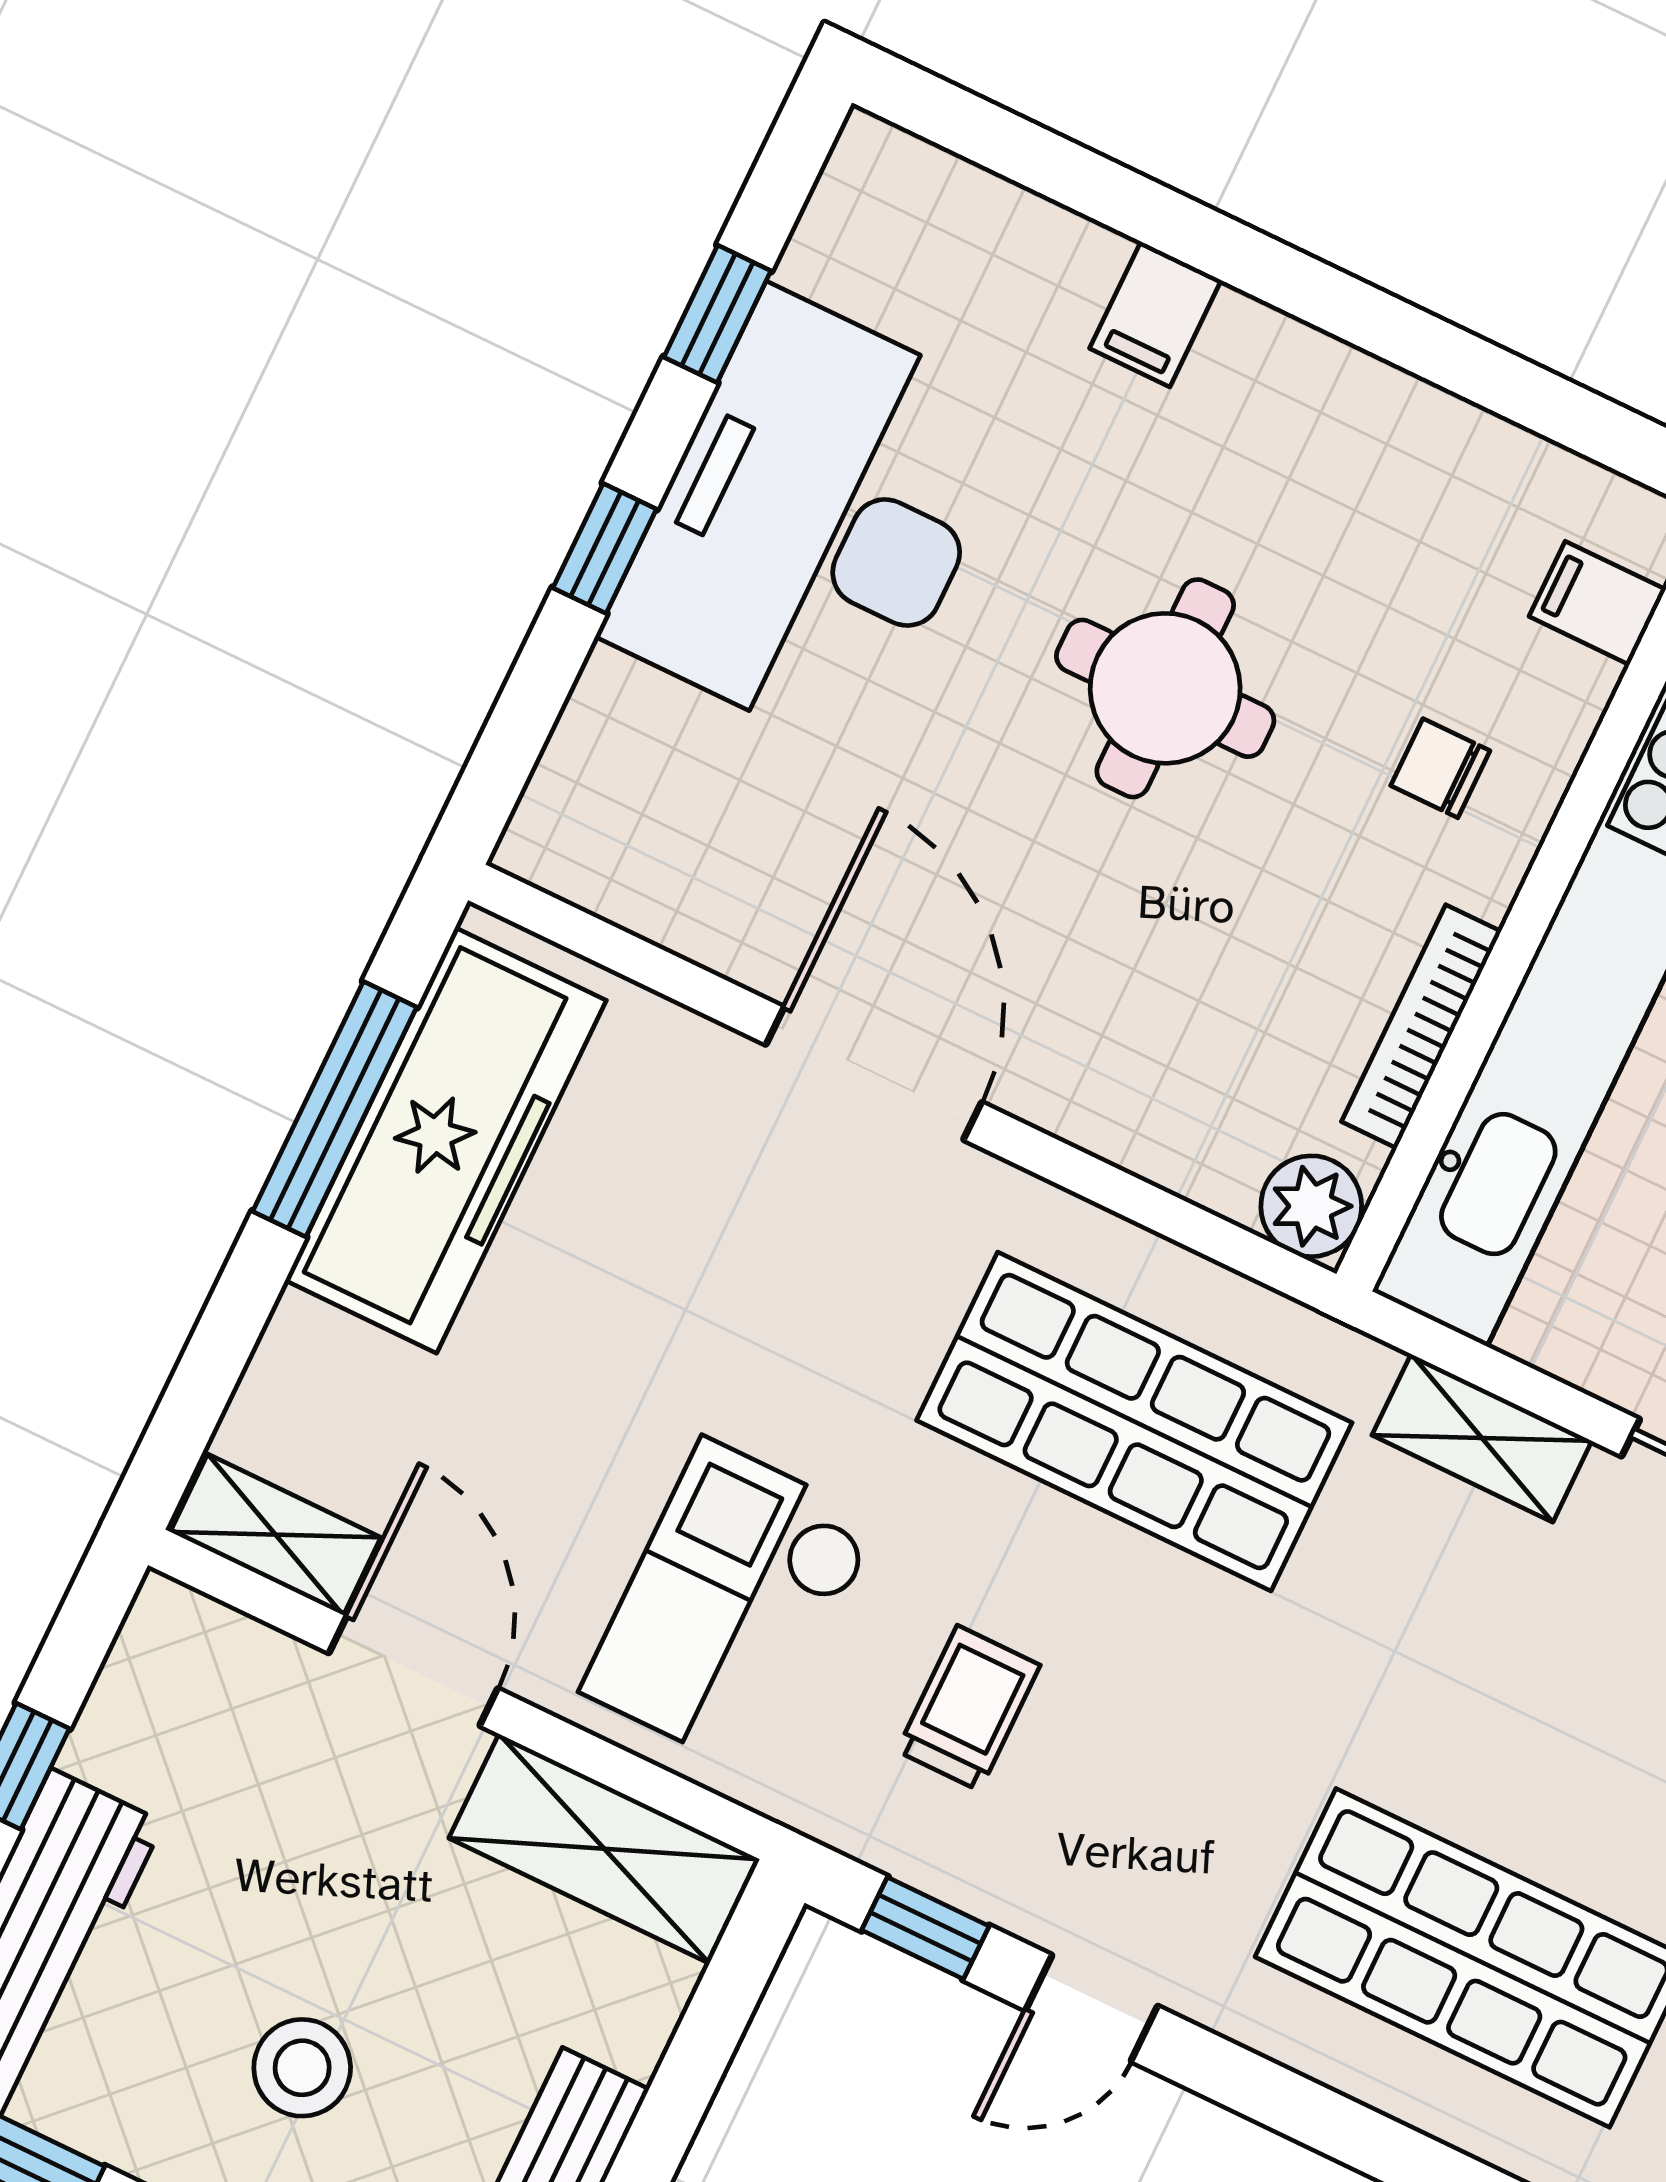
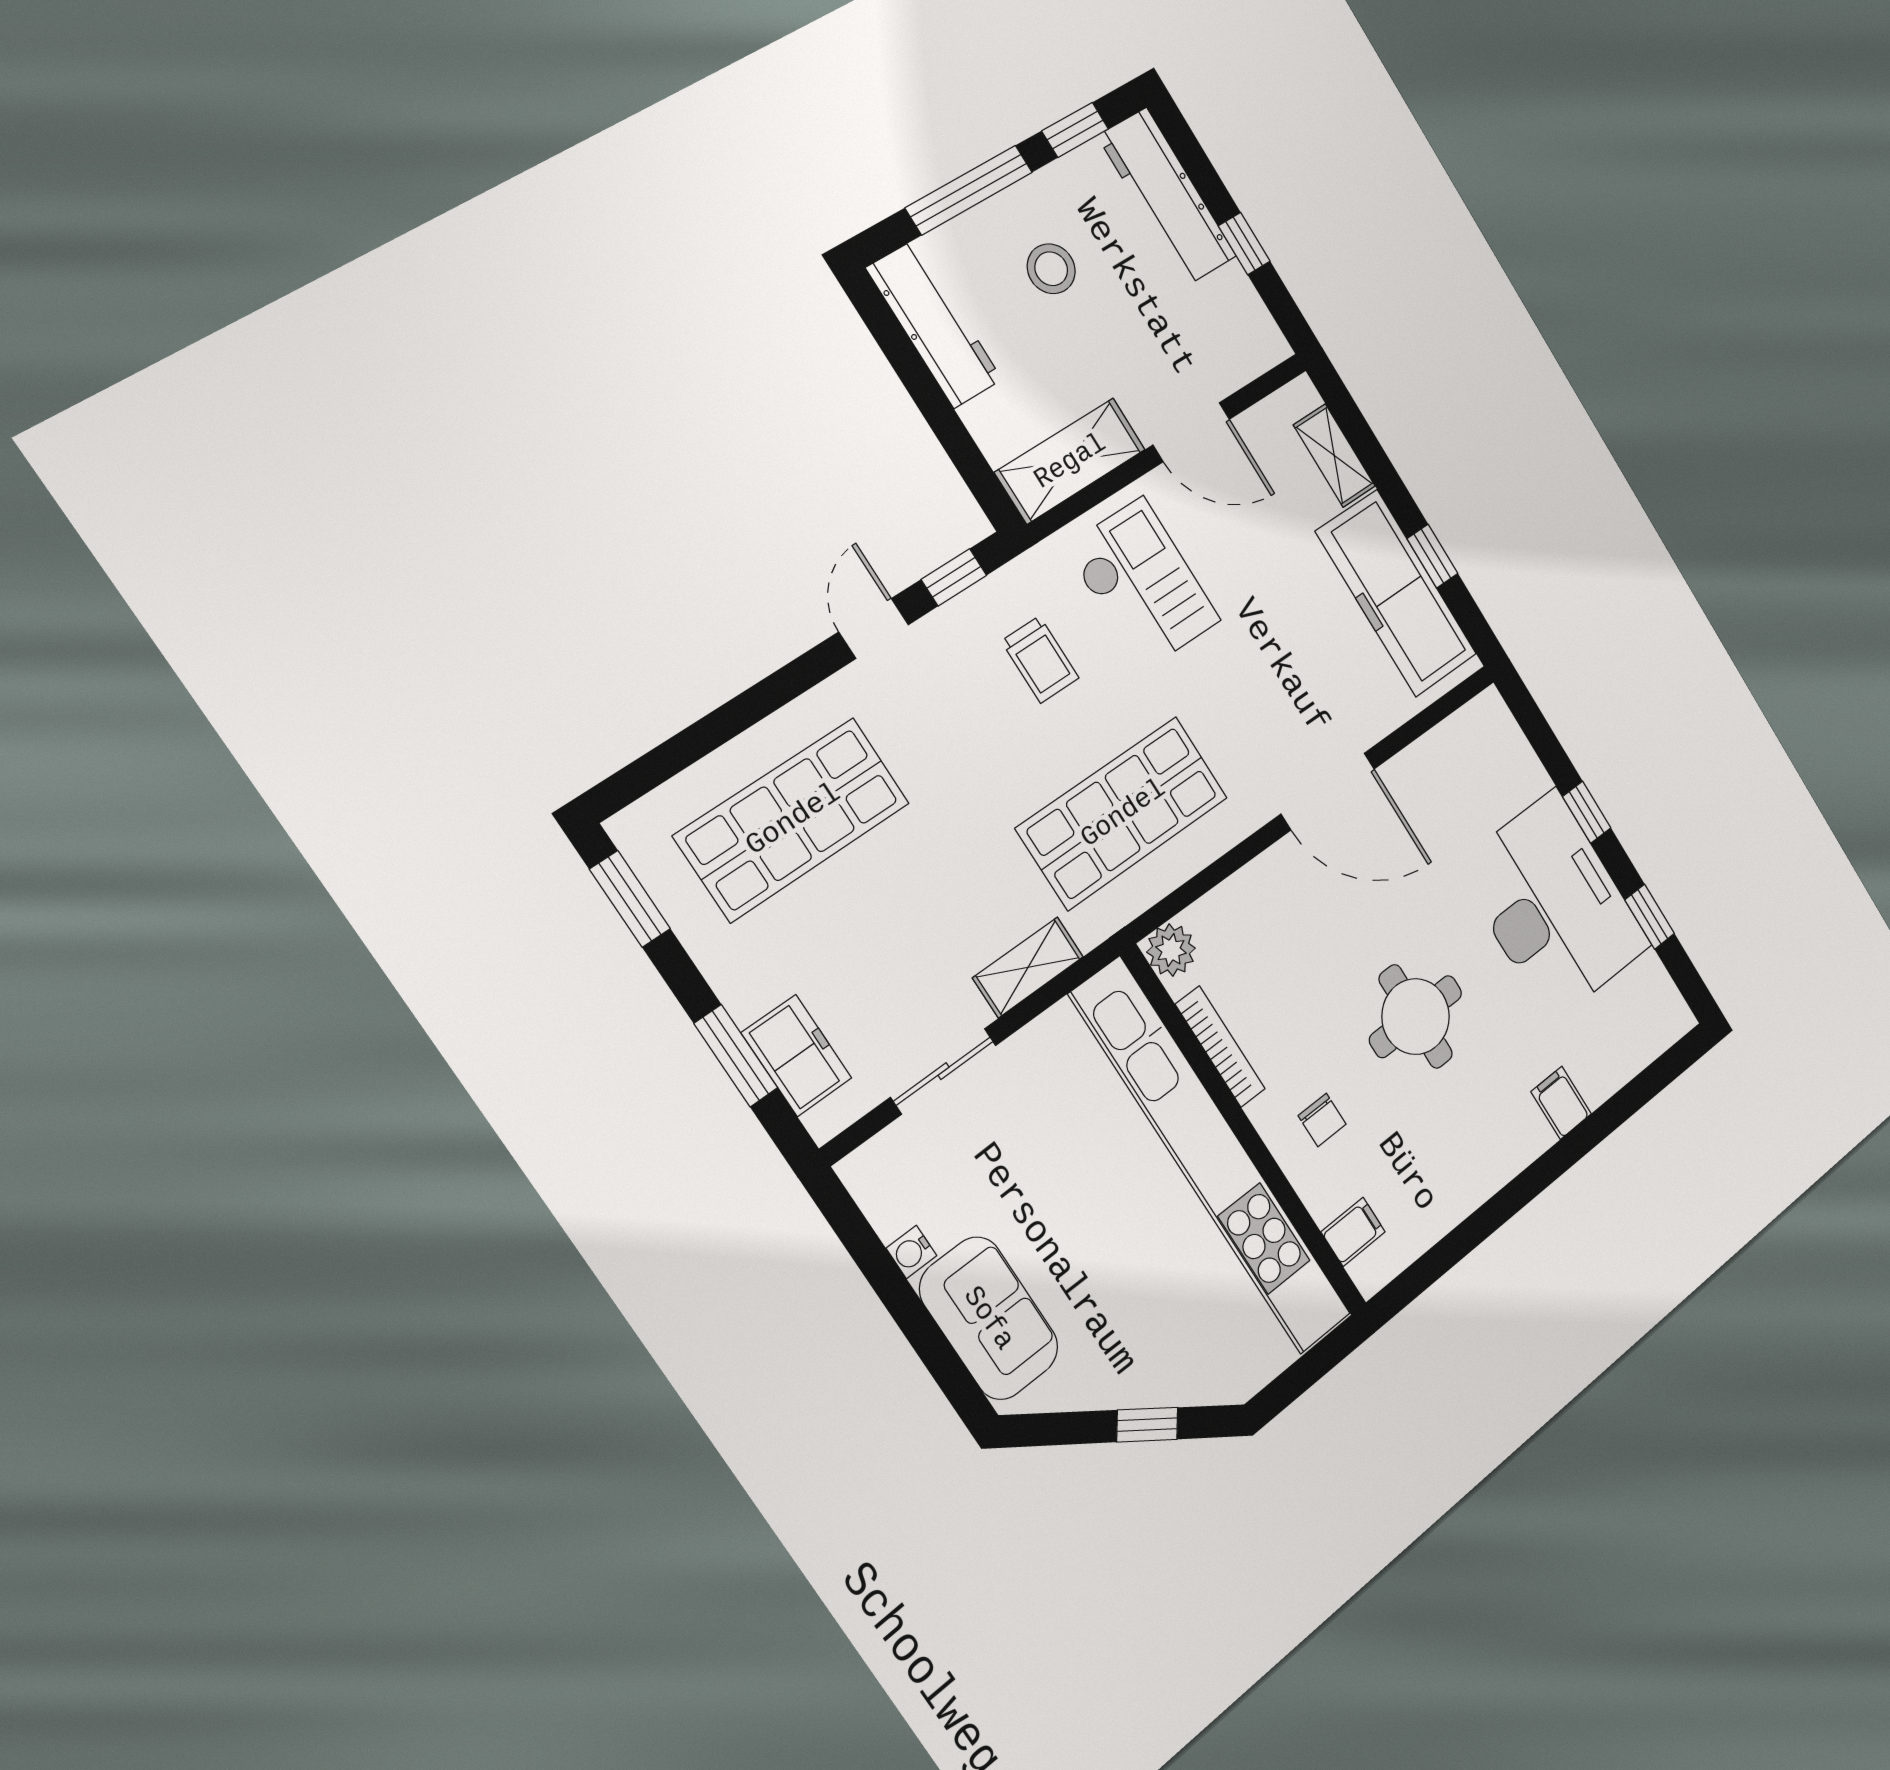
chair: (1440, 768) -> (1322, 1120), turned 90
window: (335, 1109) -> (1432, 556), width x0.46
shelving: (276, 1535) -> (1334, 456), moved, turned 90

